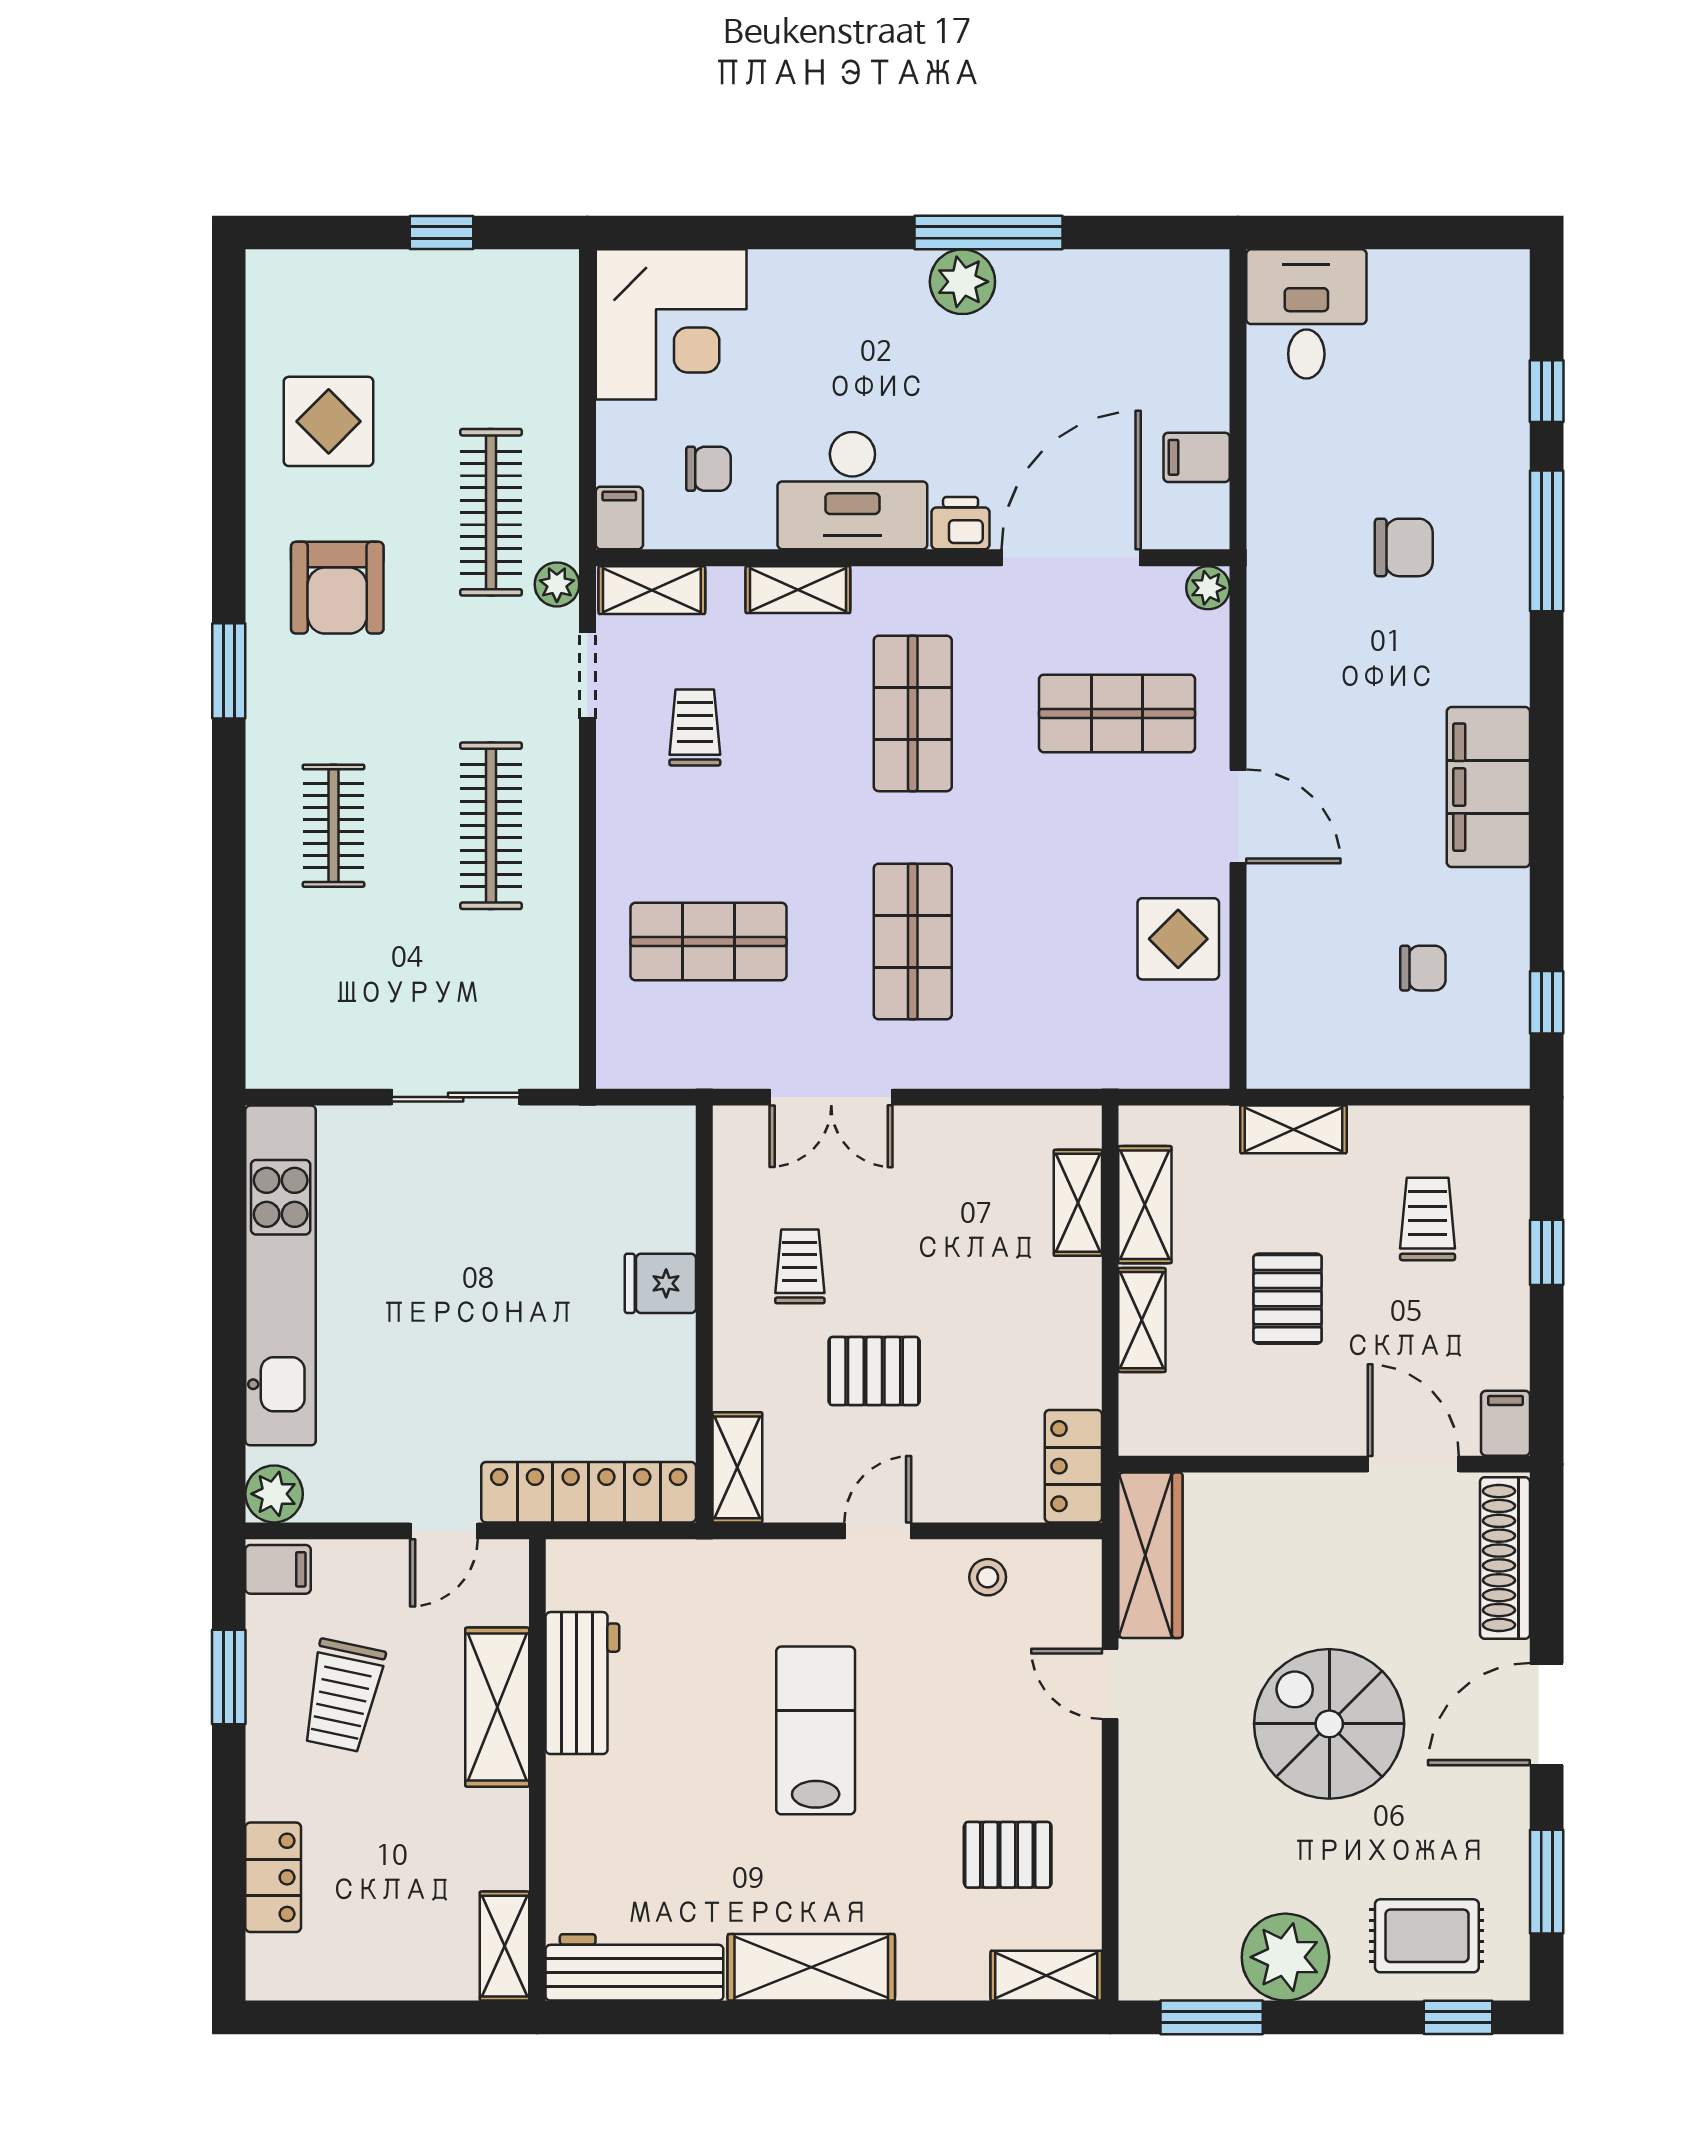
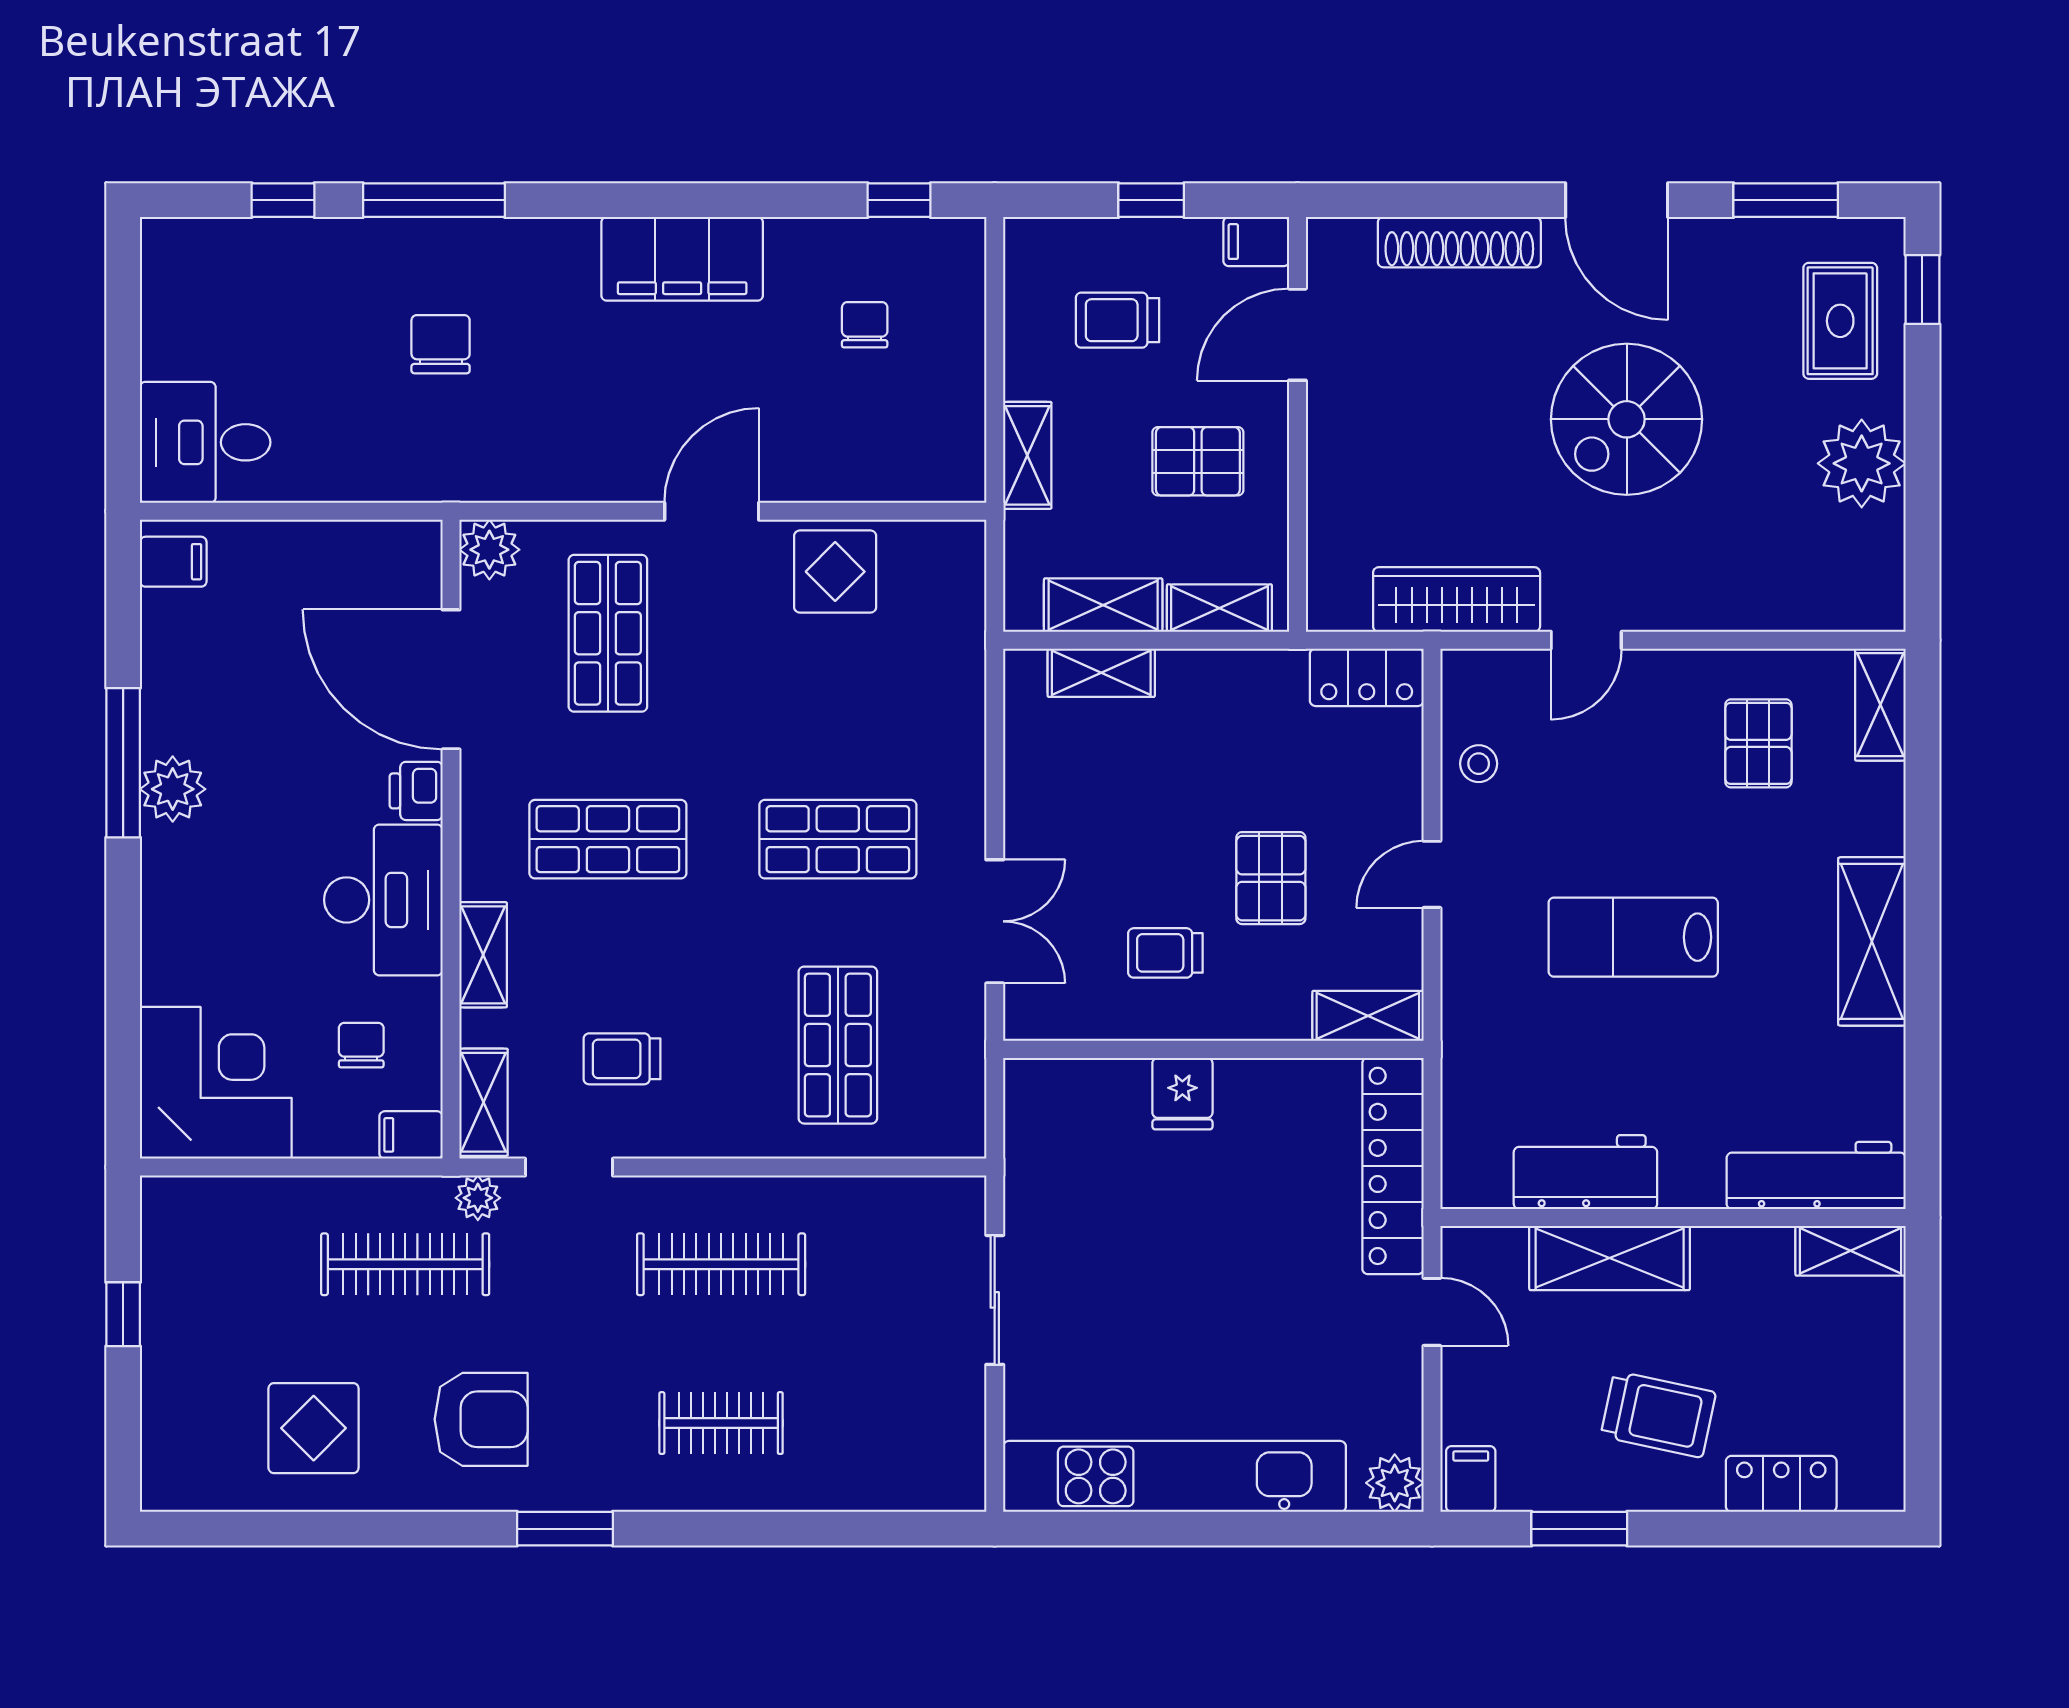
filing cabinet: (1197, 457) -> (173, 562), moved, turned -90
plant: (1208, 588) -> (489, 550), width x1.38, depth x1.38
filing cabinet: (1506, 1423) -> (1256, 242), moved
wall: (1324, 1464) -> (1297, 424), moved
door: (1413, 1464) -> (1297, 335), moved
door: (878, 1531) -> (1432, 874), hinge flipped
trolley: (343, 1695) -> (1658, 1414), moved
workbench: (634, 1967) -> (1816, 1175), moved, turned 90
window: (1212, 2017) -> (1922, 538), removed

